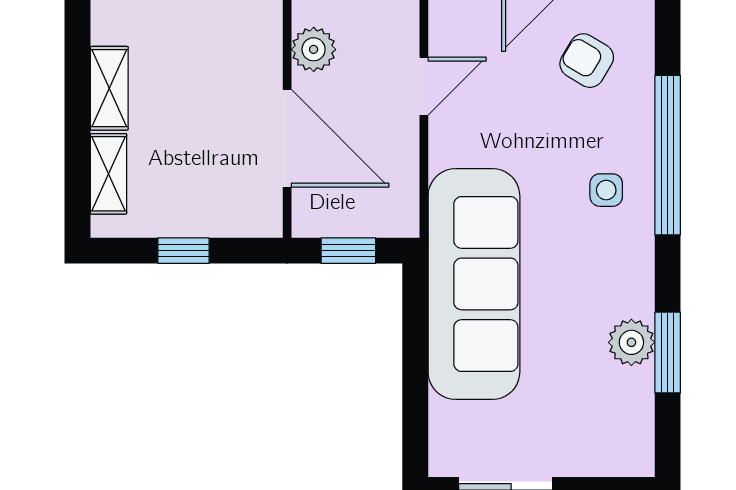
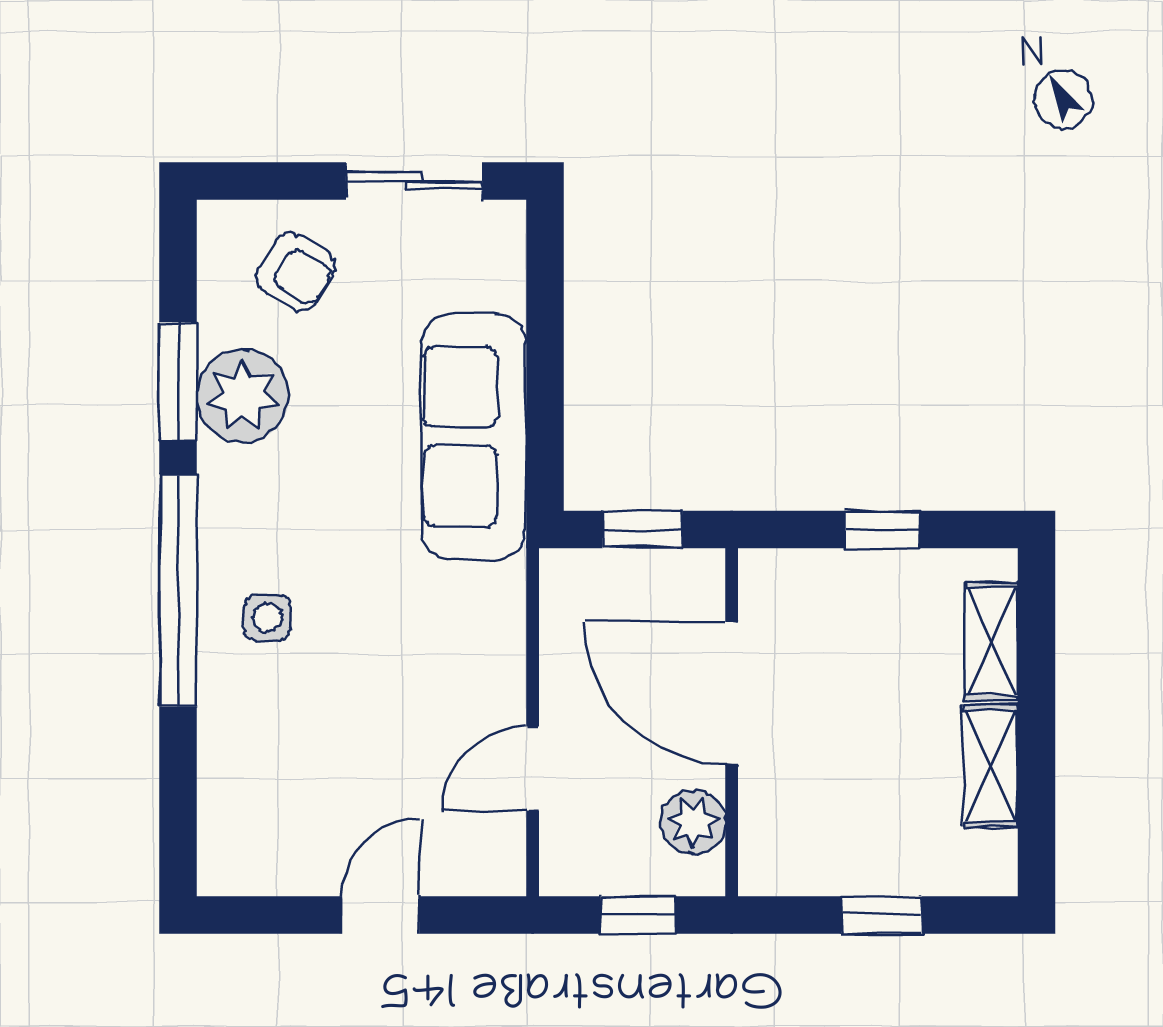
armchair: (587, 61) -> (296, 272), moved
window: (668, 155) -> (178, 590), moved
sofa: (474, 284) -> (474, 436), width x0.74, depth x0.79
plant: (631, 342) -> (243, 396), width x1.36, depth x1.36

